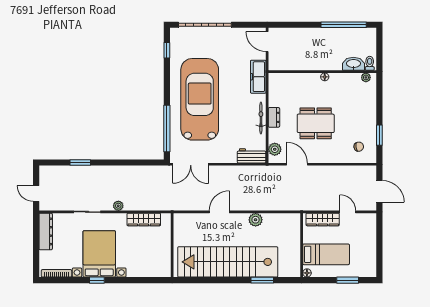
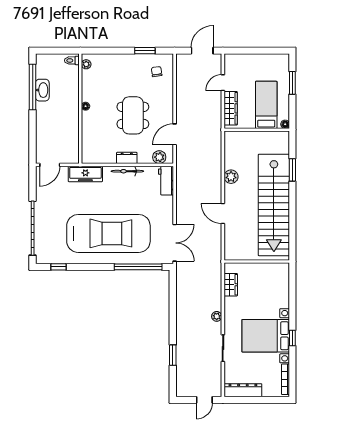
washbasin: (353, 64) -> (42, 90), moved, turned 180
car: (200, 99) -> (108, 233), turned 180
wardrobe: (144, 219) -> (231, 285), width x0.67

